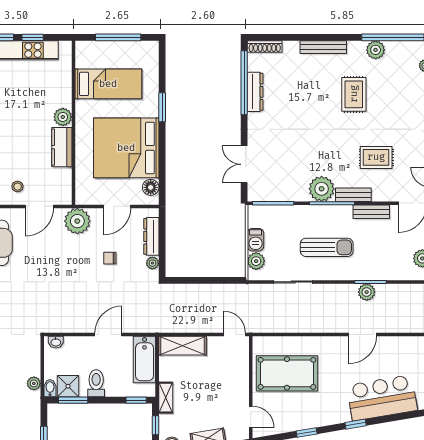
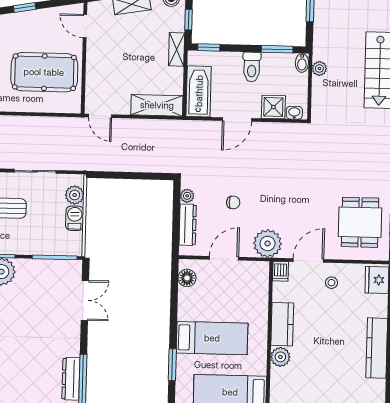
bed: (126, 148) -> (212, 338), width x0.49
dishwasher: (65, 196) -> (280, 271), added
shower: (68, 386) -> (273, 107), moved

